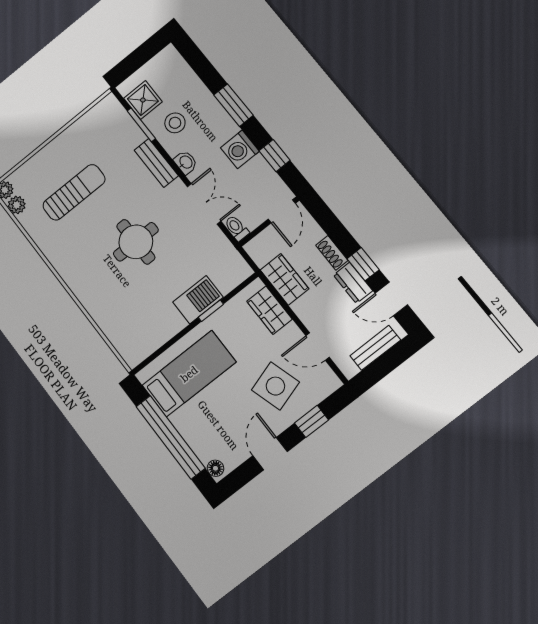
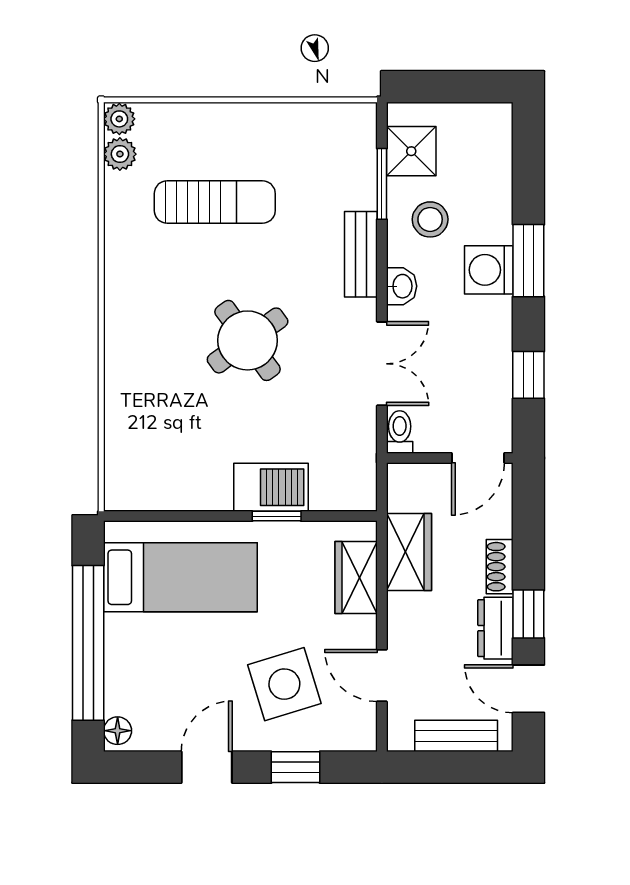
washing machine: (240, 149) -> (489, 270), moved
round table: (136, 242) -> (248, 340), turned -36

